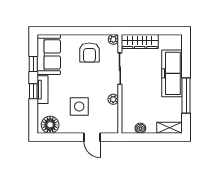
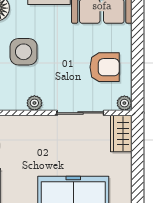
wardrobe: (140, 41) -> (121, 134), width x0.67
armchair: (89, 53) -> (105, 67), turned 180

